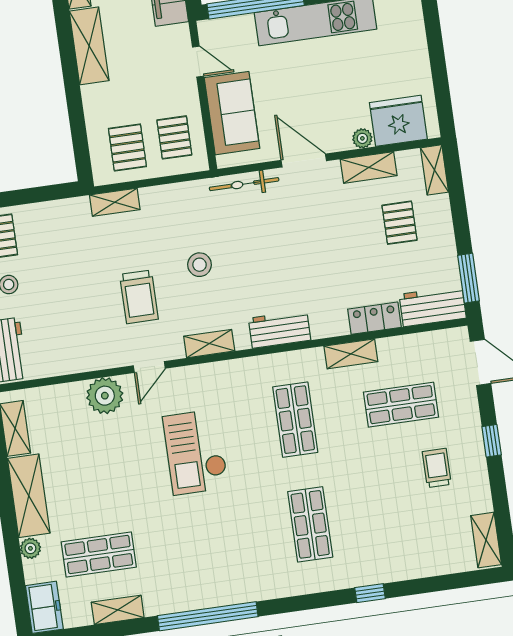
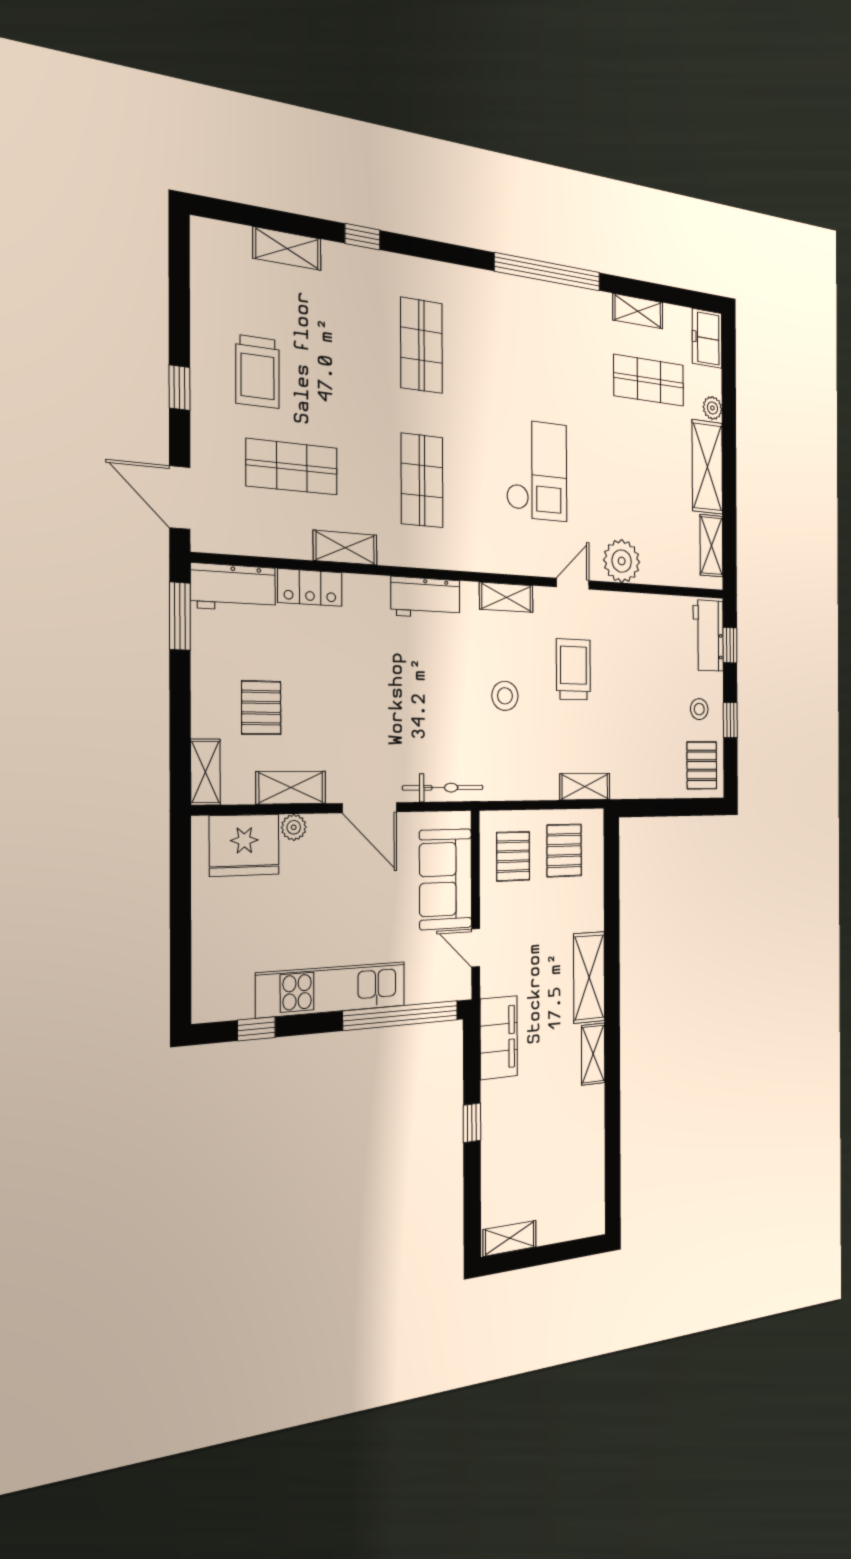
trolley: (437, 468) -> (258, 372), width x1.36, depth x1.39
shelving: (486, 540) -> (287, 249), moved, turned 90

